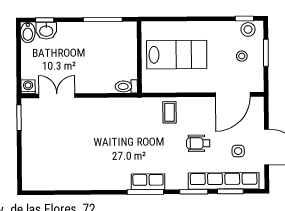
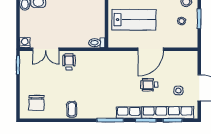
door: (233, 95) -> (151, 49), moved
double door: (57, 96) -> (46, 49), swing flipped
coffee table: (170, 112) -> (72, 109), moved
wheelchair: (89, 113) -> (69, 62), added
chair: (45, 169) -> (36, 103), added
row of seats: (148, 182) -> (129, 113), moved

